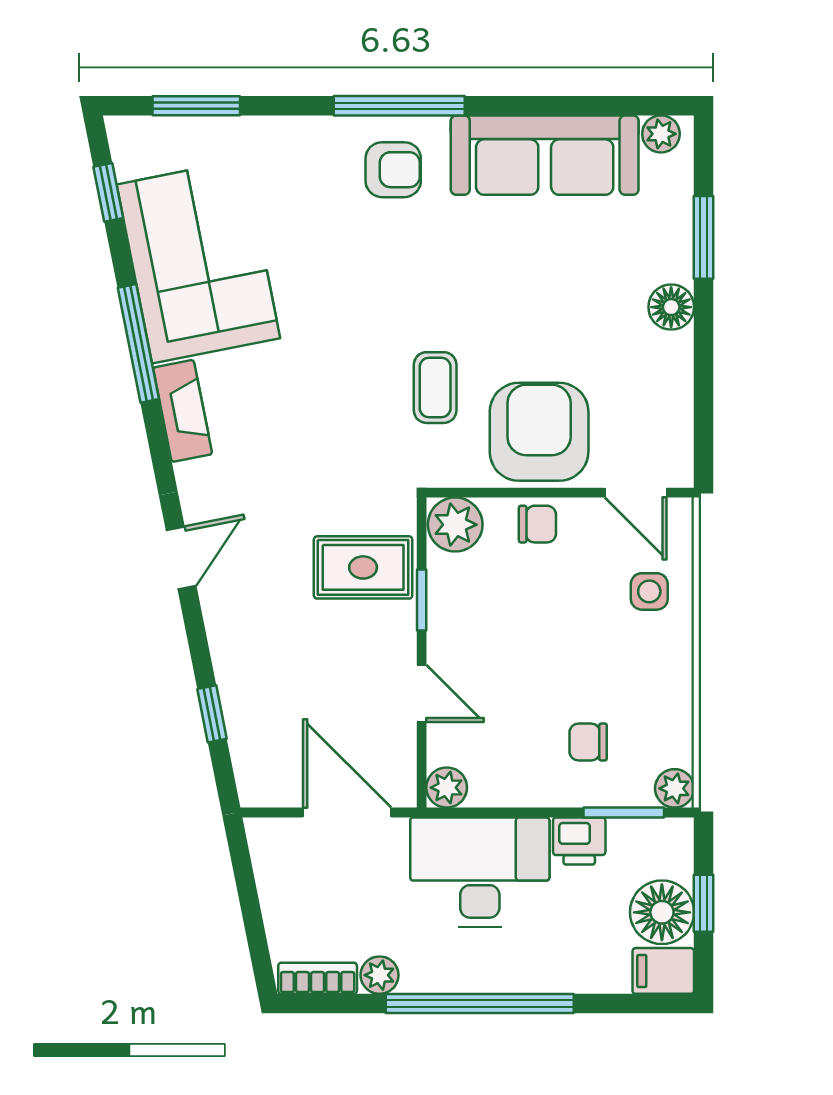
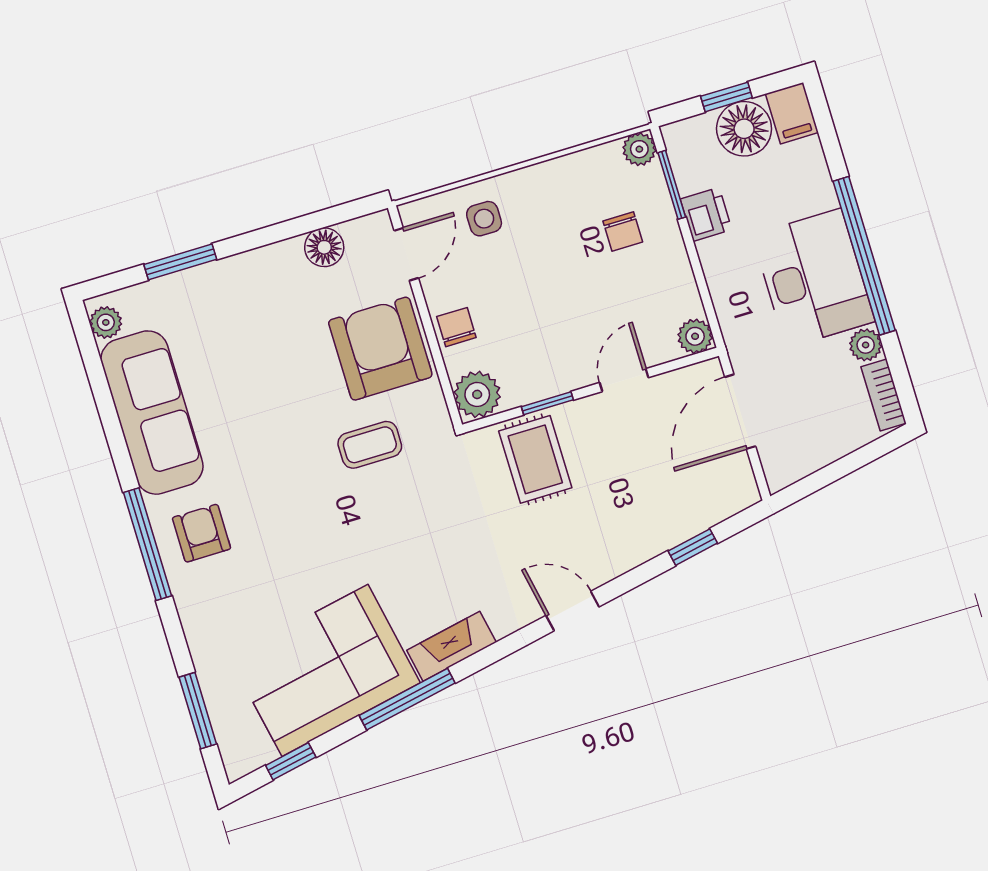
floor lamp: (671, 307) -> (324, 247), moved
armchair: (539, 432) -> (380, 349), turned 90
desk: (480, 872) -> (813, 278), moved, turned 180

